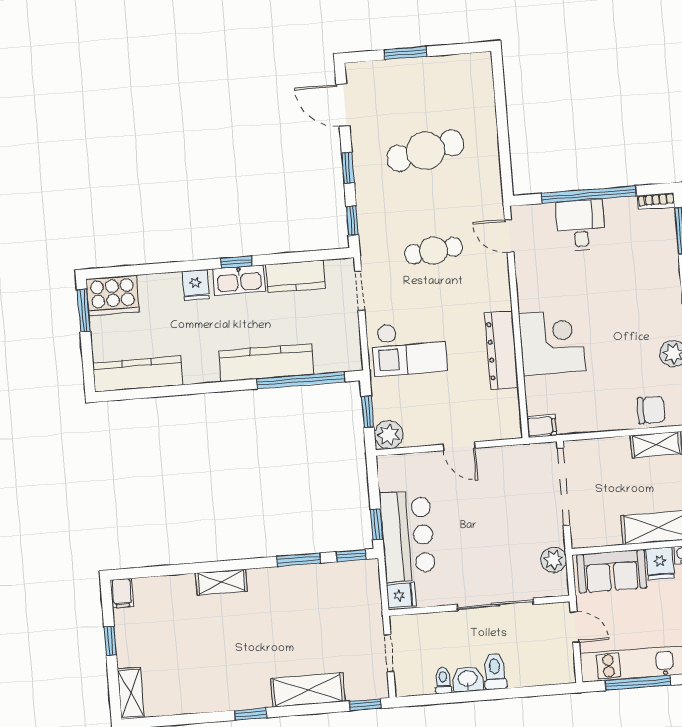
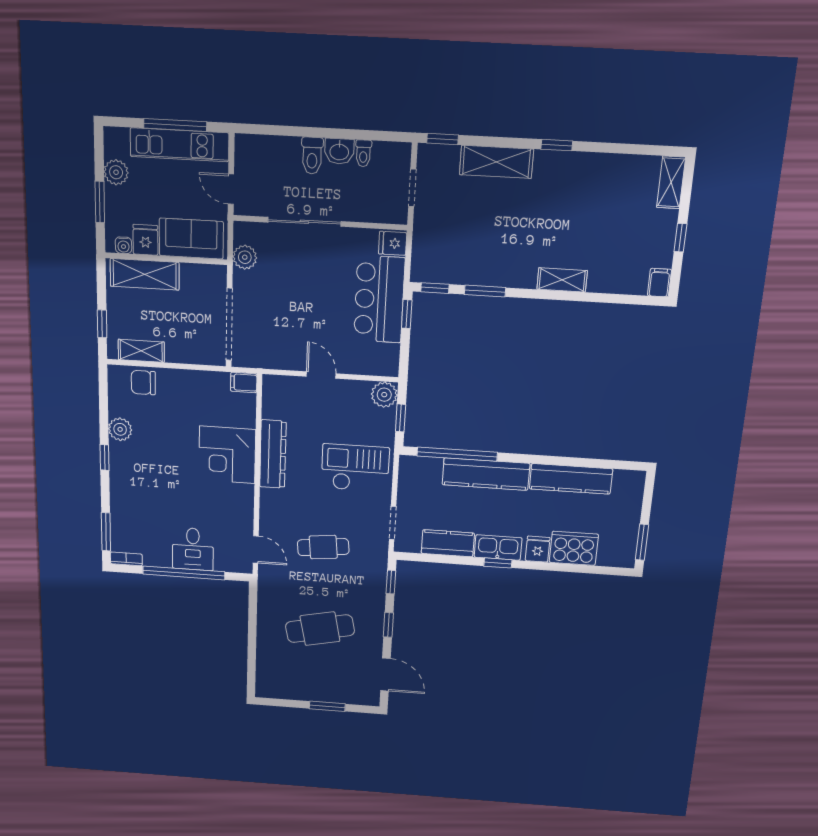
cooker: (113, 296) -> (574, 548), moved
kitchen counter: (138, 374) -> (571, 479), moved

